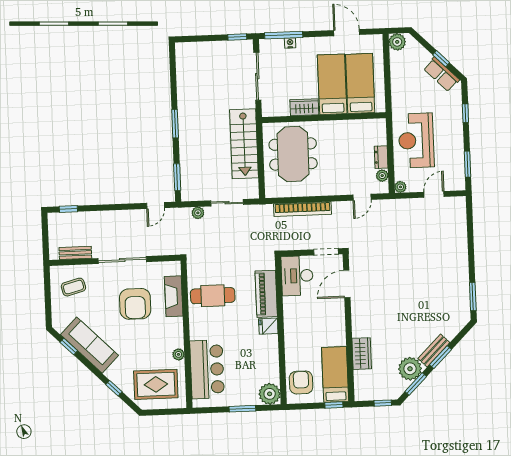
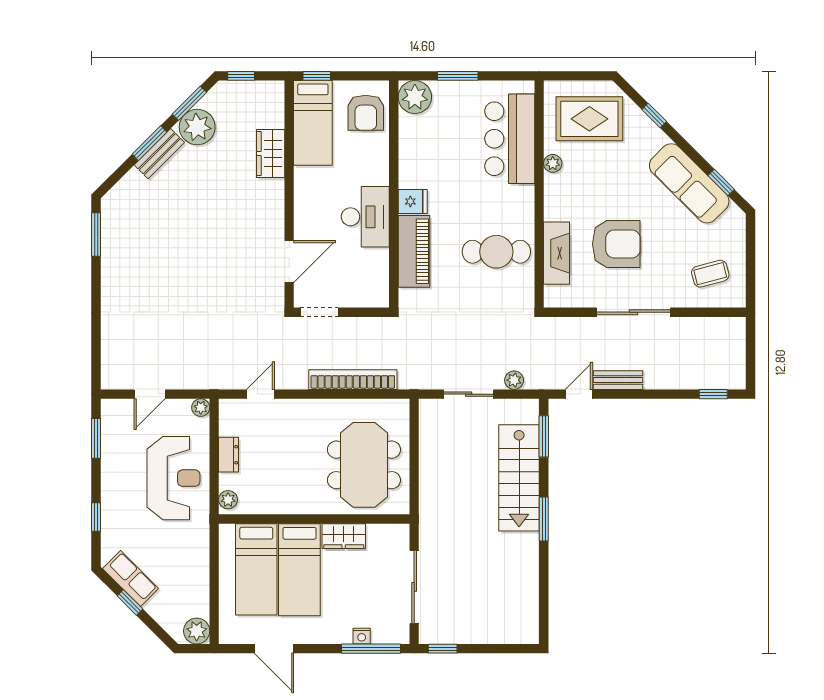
stairs: (244, 144) -> (519, 478), moved, turned 180
plant: (382, 176) -> (228, 500), moved
bench: (75, 253) -> (618, 380), moved
desk: (297, 276) -> (365, 217), moved
armchair: (135, 304) -> (616, 244), turned 90

